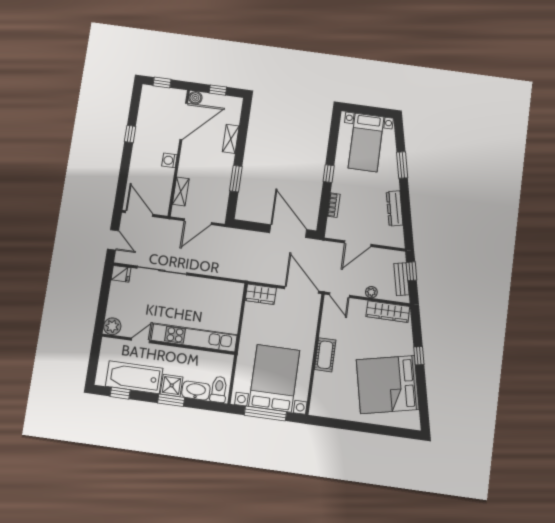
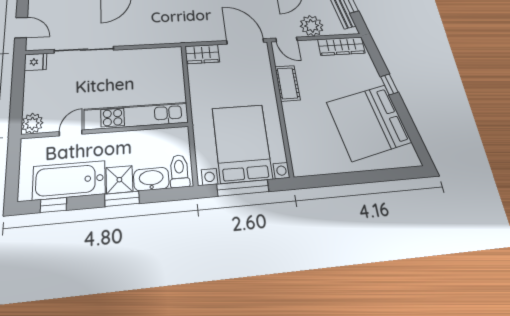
plant: (371, 292) -> (312, 26), width x1.87, depth x1.87
cot: (325, 355) -> (287, 83), moved

